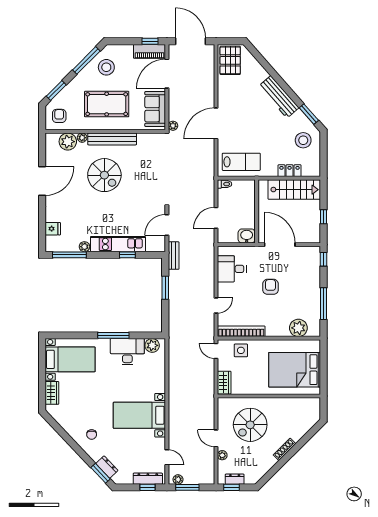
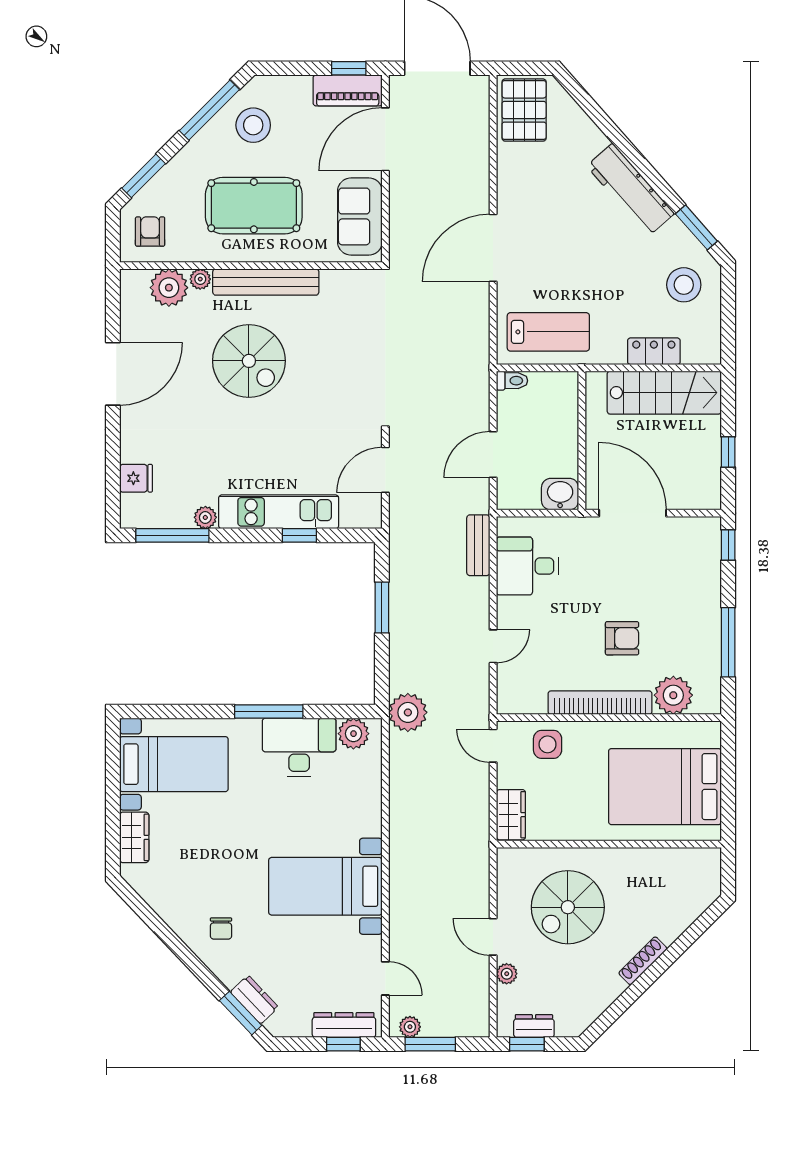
plant: (173, 126) -> (408, 712), moved, width x1.88, depth x1.88
bench: (174, 256) -> (478, 545), moved
armchair: (270, 287) -> (622, 638), moved, turned 90
bookcase: (241, 331) -> (600, 703), moved

